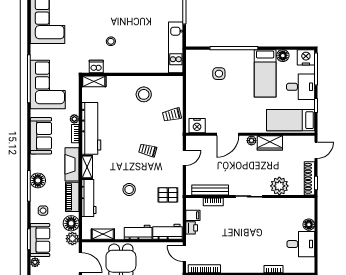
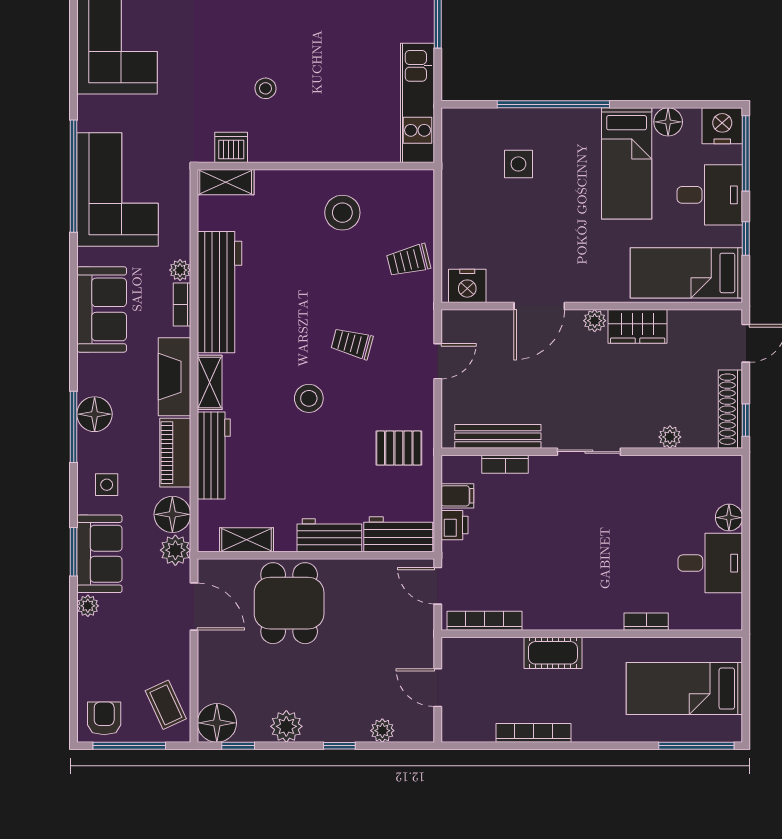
plant: (279, 186) -> (670, 437), width x0.53, depth x0.53
stool: (129, 189) -> (309, 398), moved

